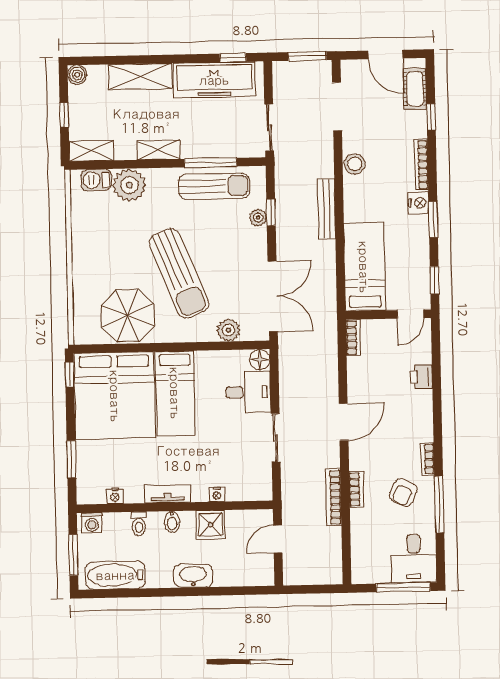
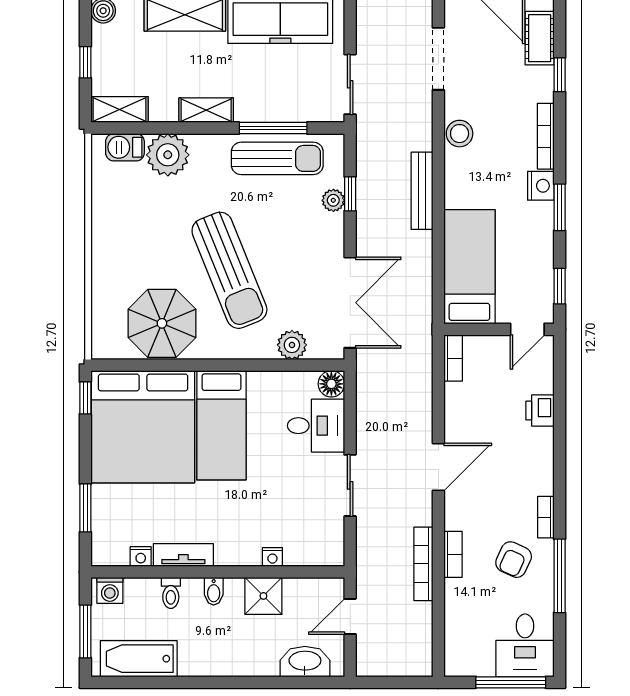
tv unit: (168, 494) -> (183, 555), moved
washbasin: (193, 576) -> (305, 662), moved

